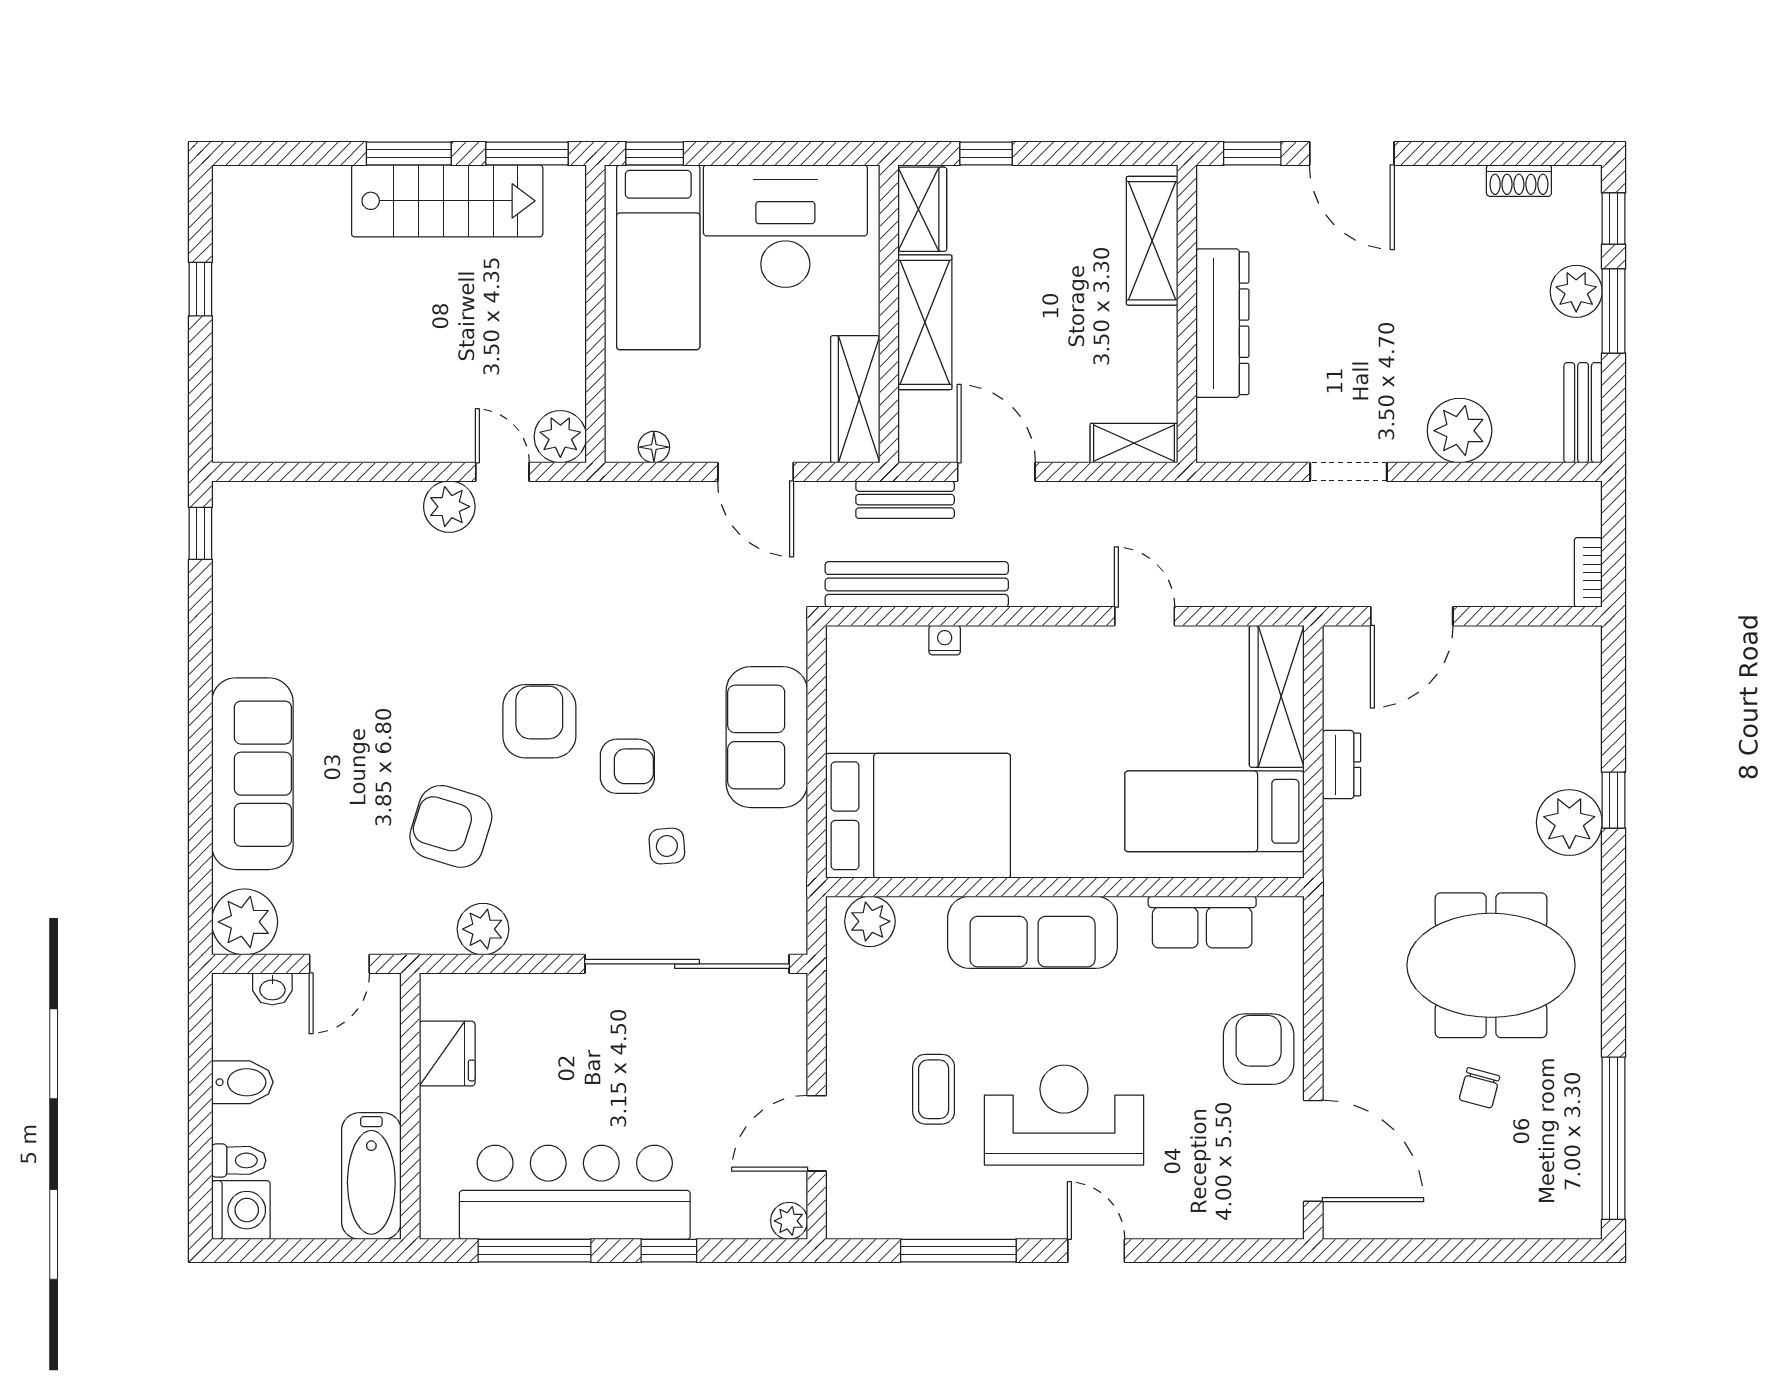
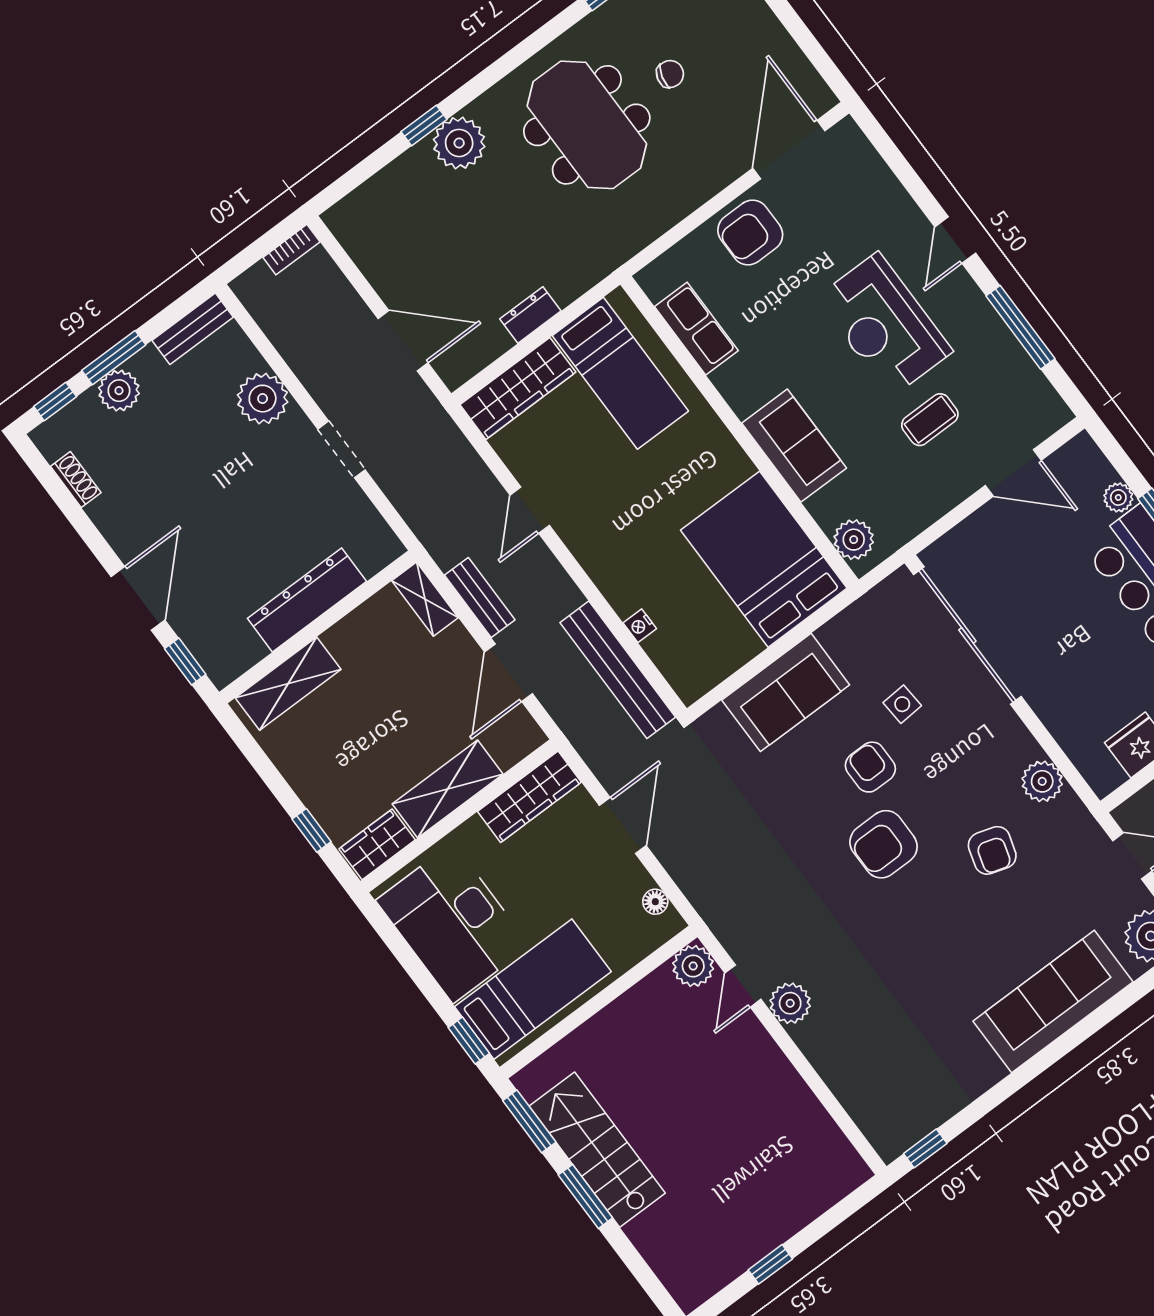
bench: (905, 500) -> (480, 598), moved
armchair: (451, 826) -> (992, 850), width x0.72, depth x0.72
sofa: (1033, 932) -> (794, 446), width x0.73
plant: (789, 1221) -> (1118, 497), moved

